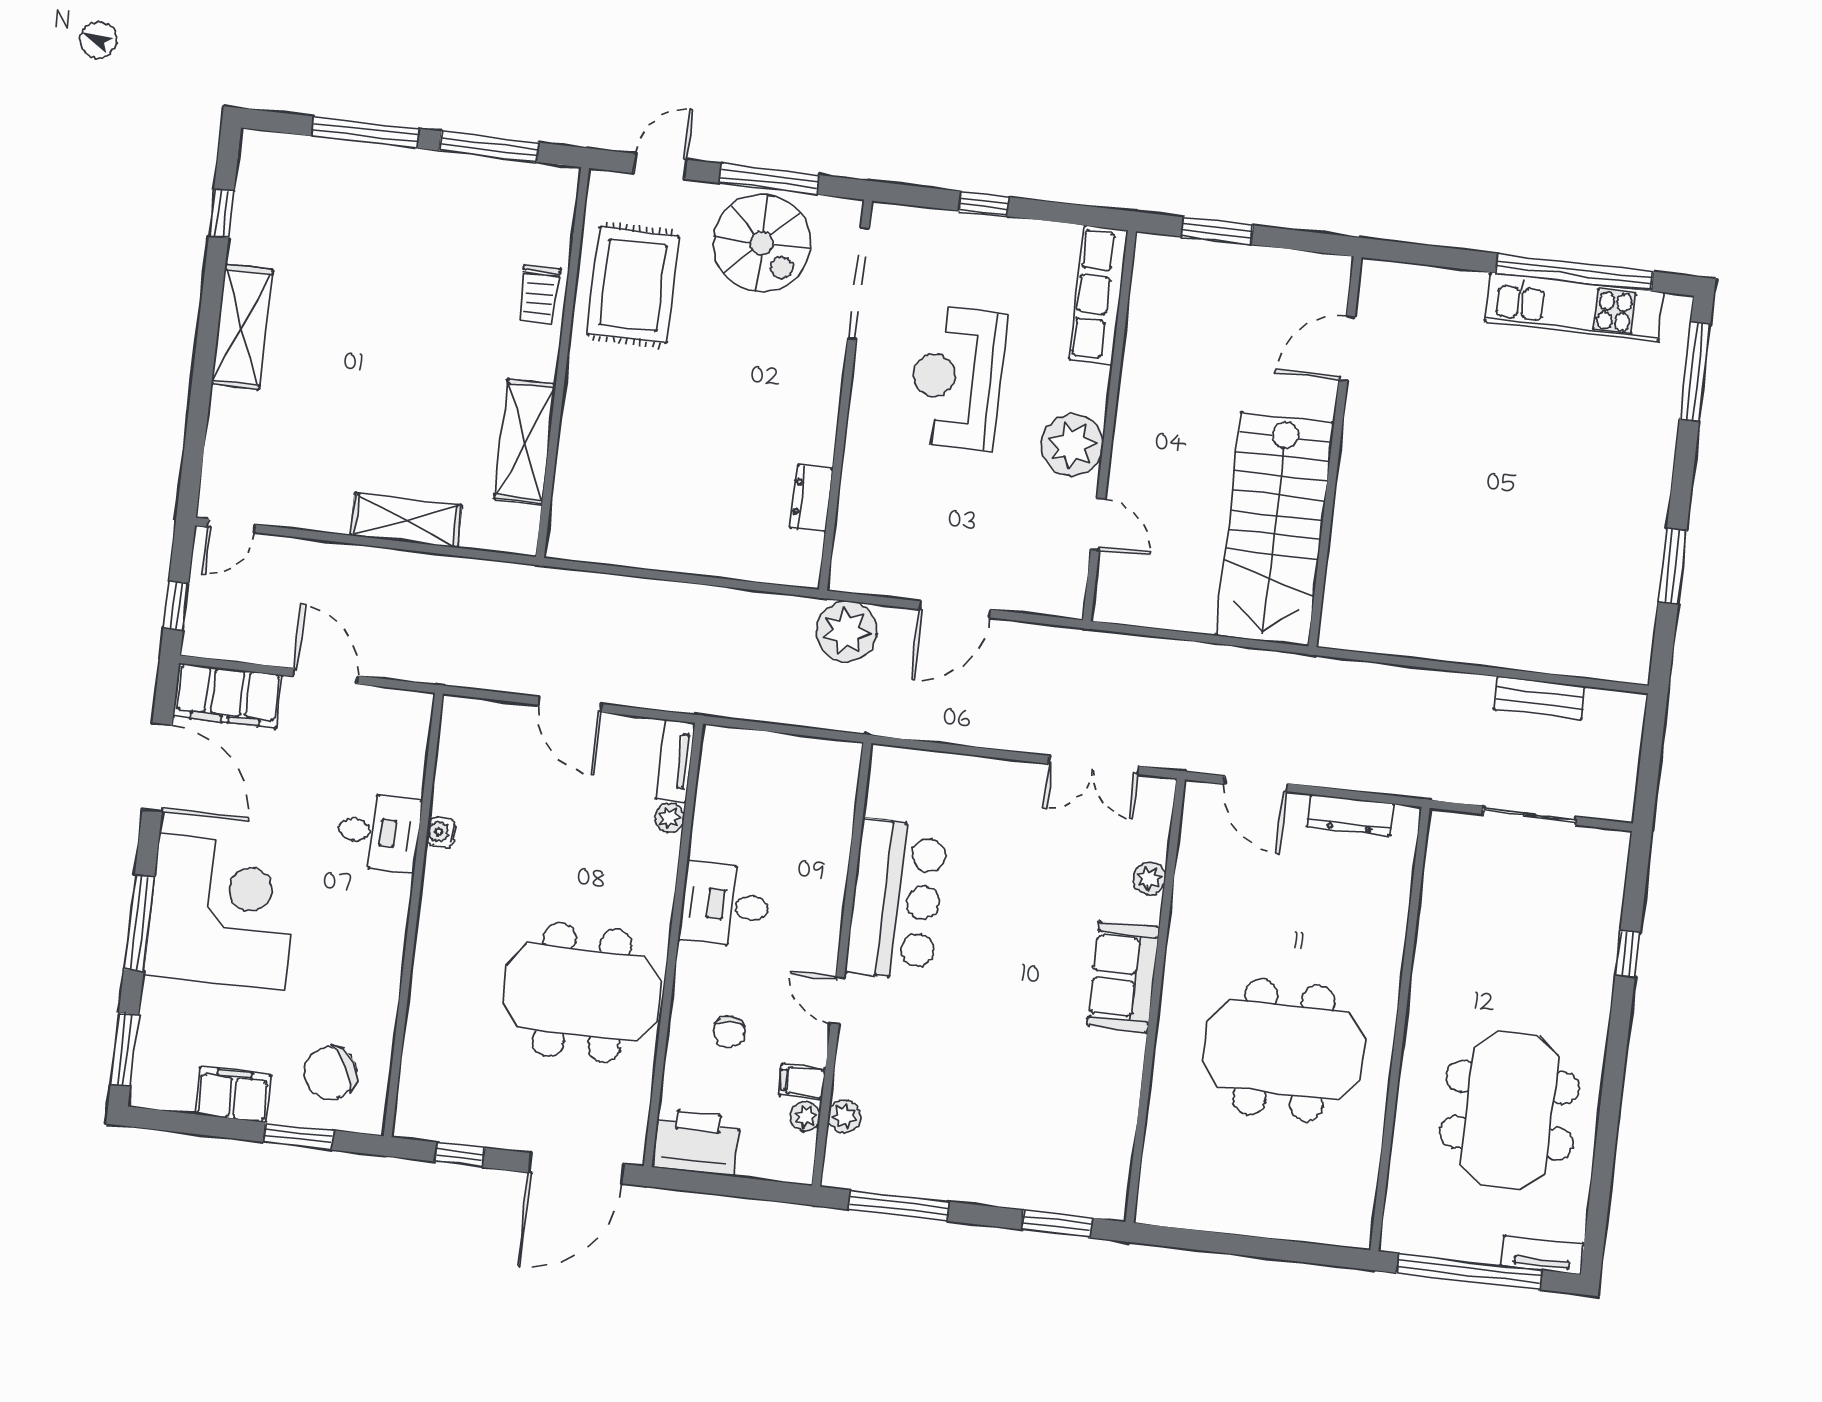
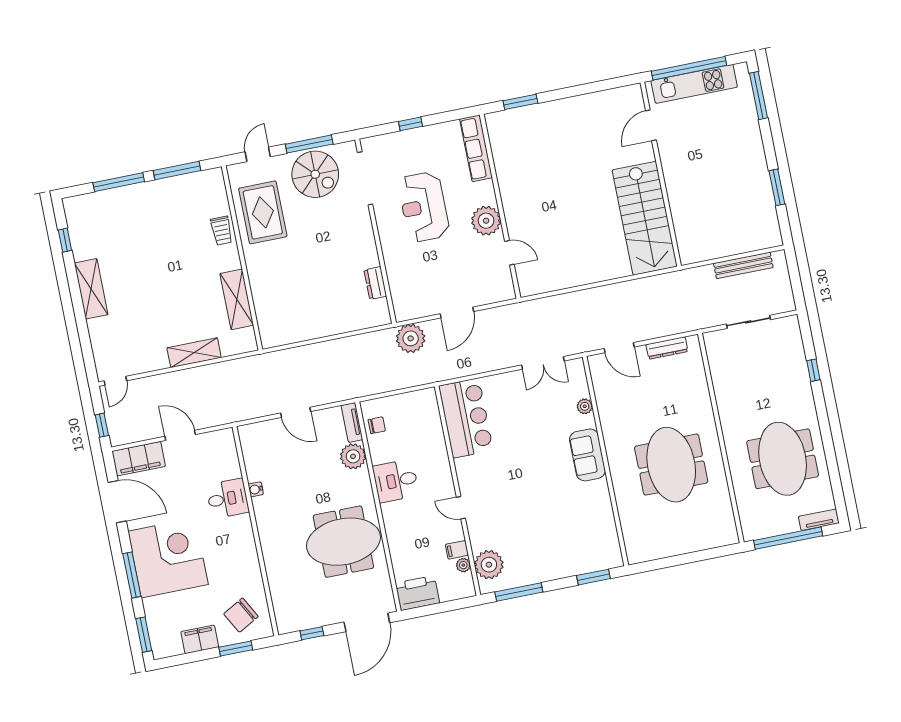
door: (1347, 348) -> (651, 125), moved
wall: (1335, 452) -> (661, 174), moved
stairs: (1275, 529) -> (645, 218), moved
bench: (1540, 698) -> (743, 265), width x1.36
plant: (670, 818) -> (353, 456), width x1.88, depth x1.88
bar counter: (896, 900) -> (466, 418), moved
chair: (729, 1031) -> (377, 425), moved, turned -90
meeting table: (1284, 1050) -> (671, 465), turned 90
plant: (844, 1116) -> (489, 565), width x1.88, depth x1.88

